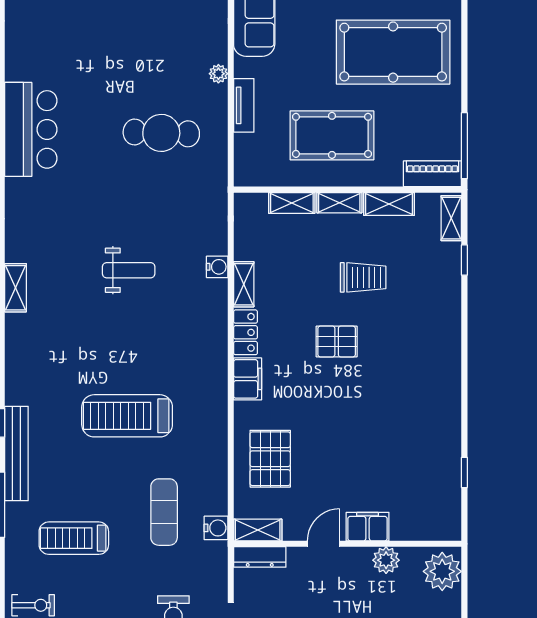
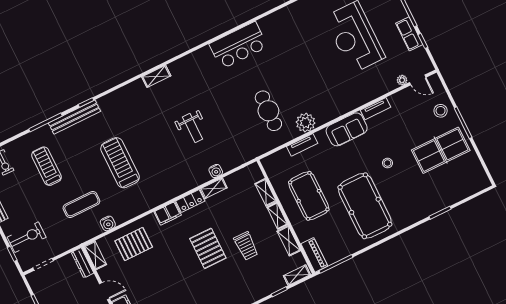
plant: (218, 74) -> (306, 123), width x1.87, depth x1.87
pallet: (337, 341) -> (208, 248), width x1.50, depth x1.42
water cooler: (216, 528) -> (108, 223), moved

